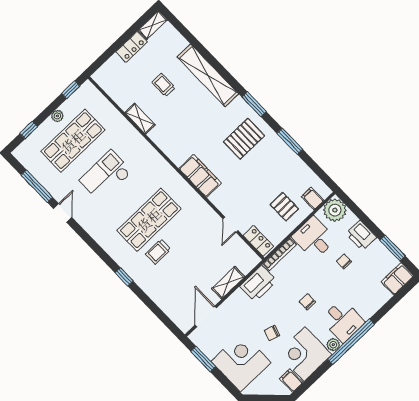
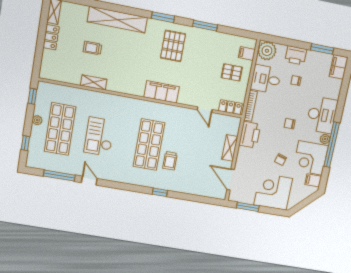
desk: (343, 321) -> (322, 115), width x1.37
window: (351, 342) -> (332, 145), moved

